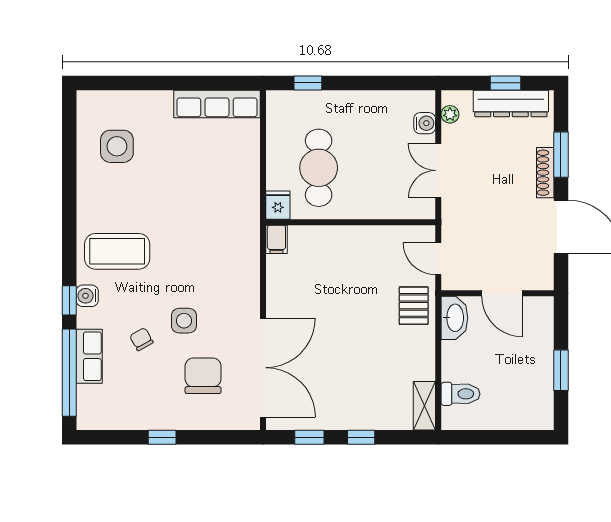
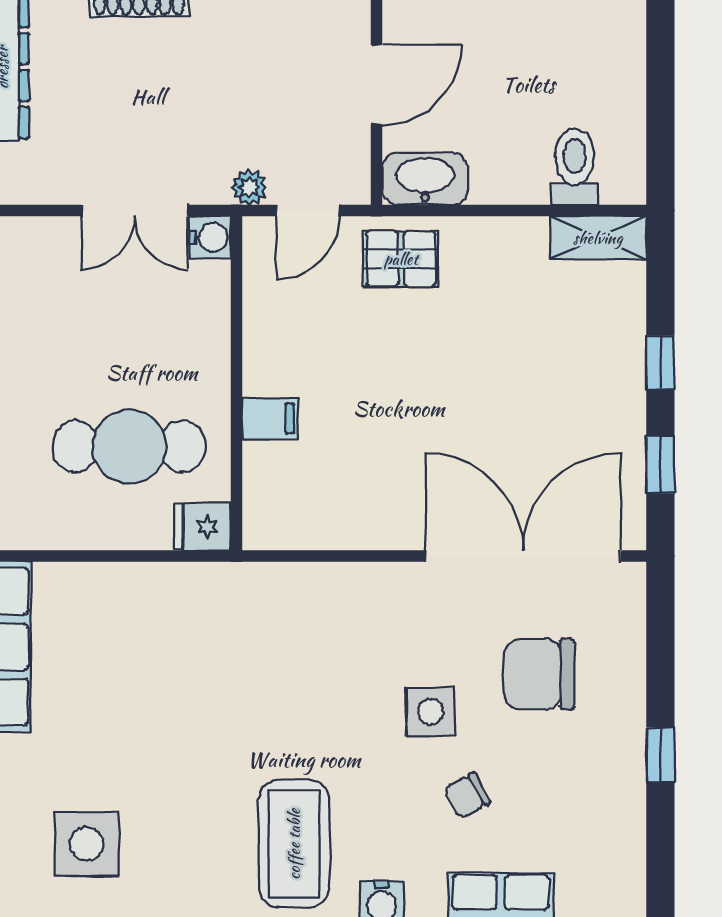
plant: (450, 114) -> (249, 187), moved
water cooler: (425, 123) -> (210, 237), moved, turned 90
filing cabinet: (276, 239) -> (270, 418), moved

